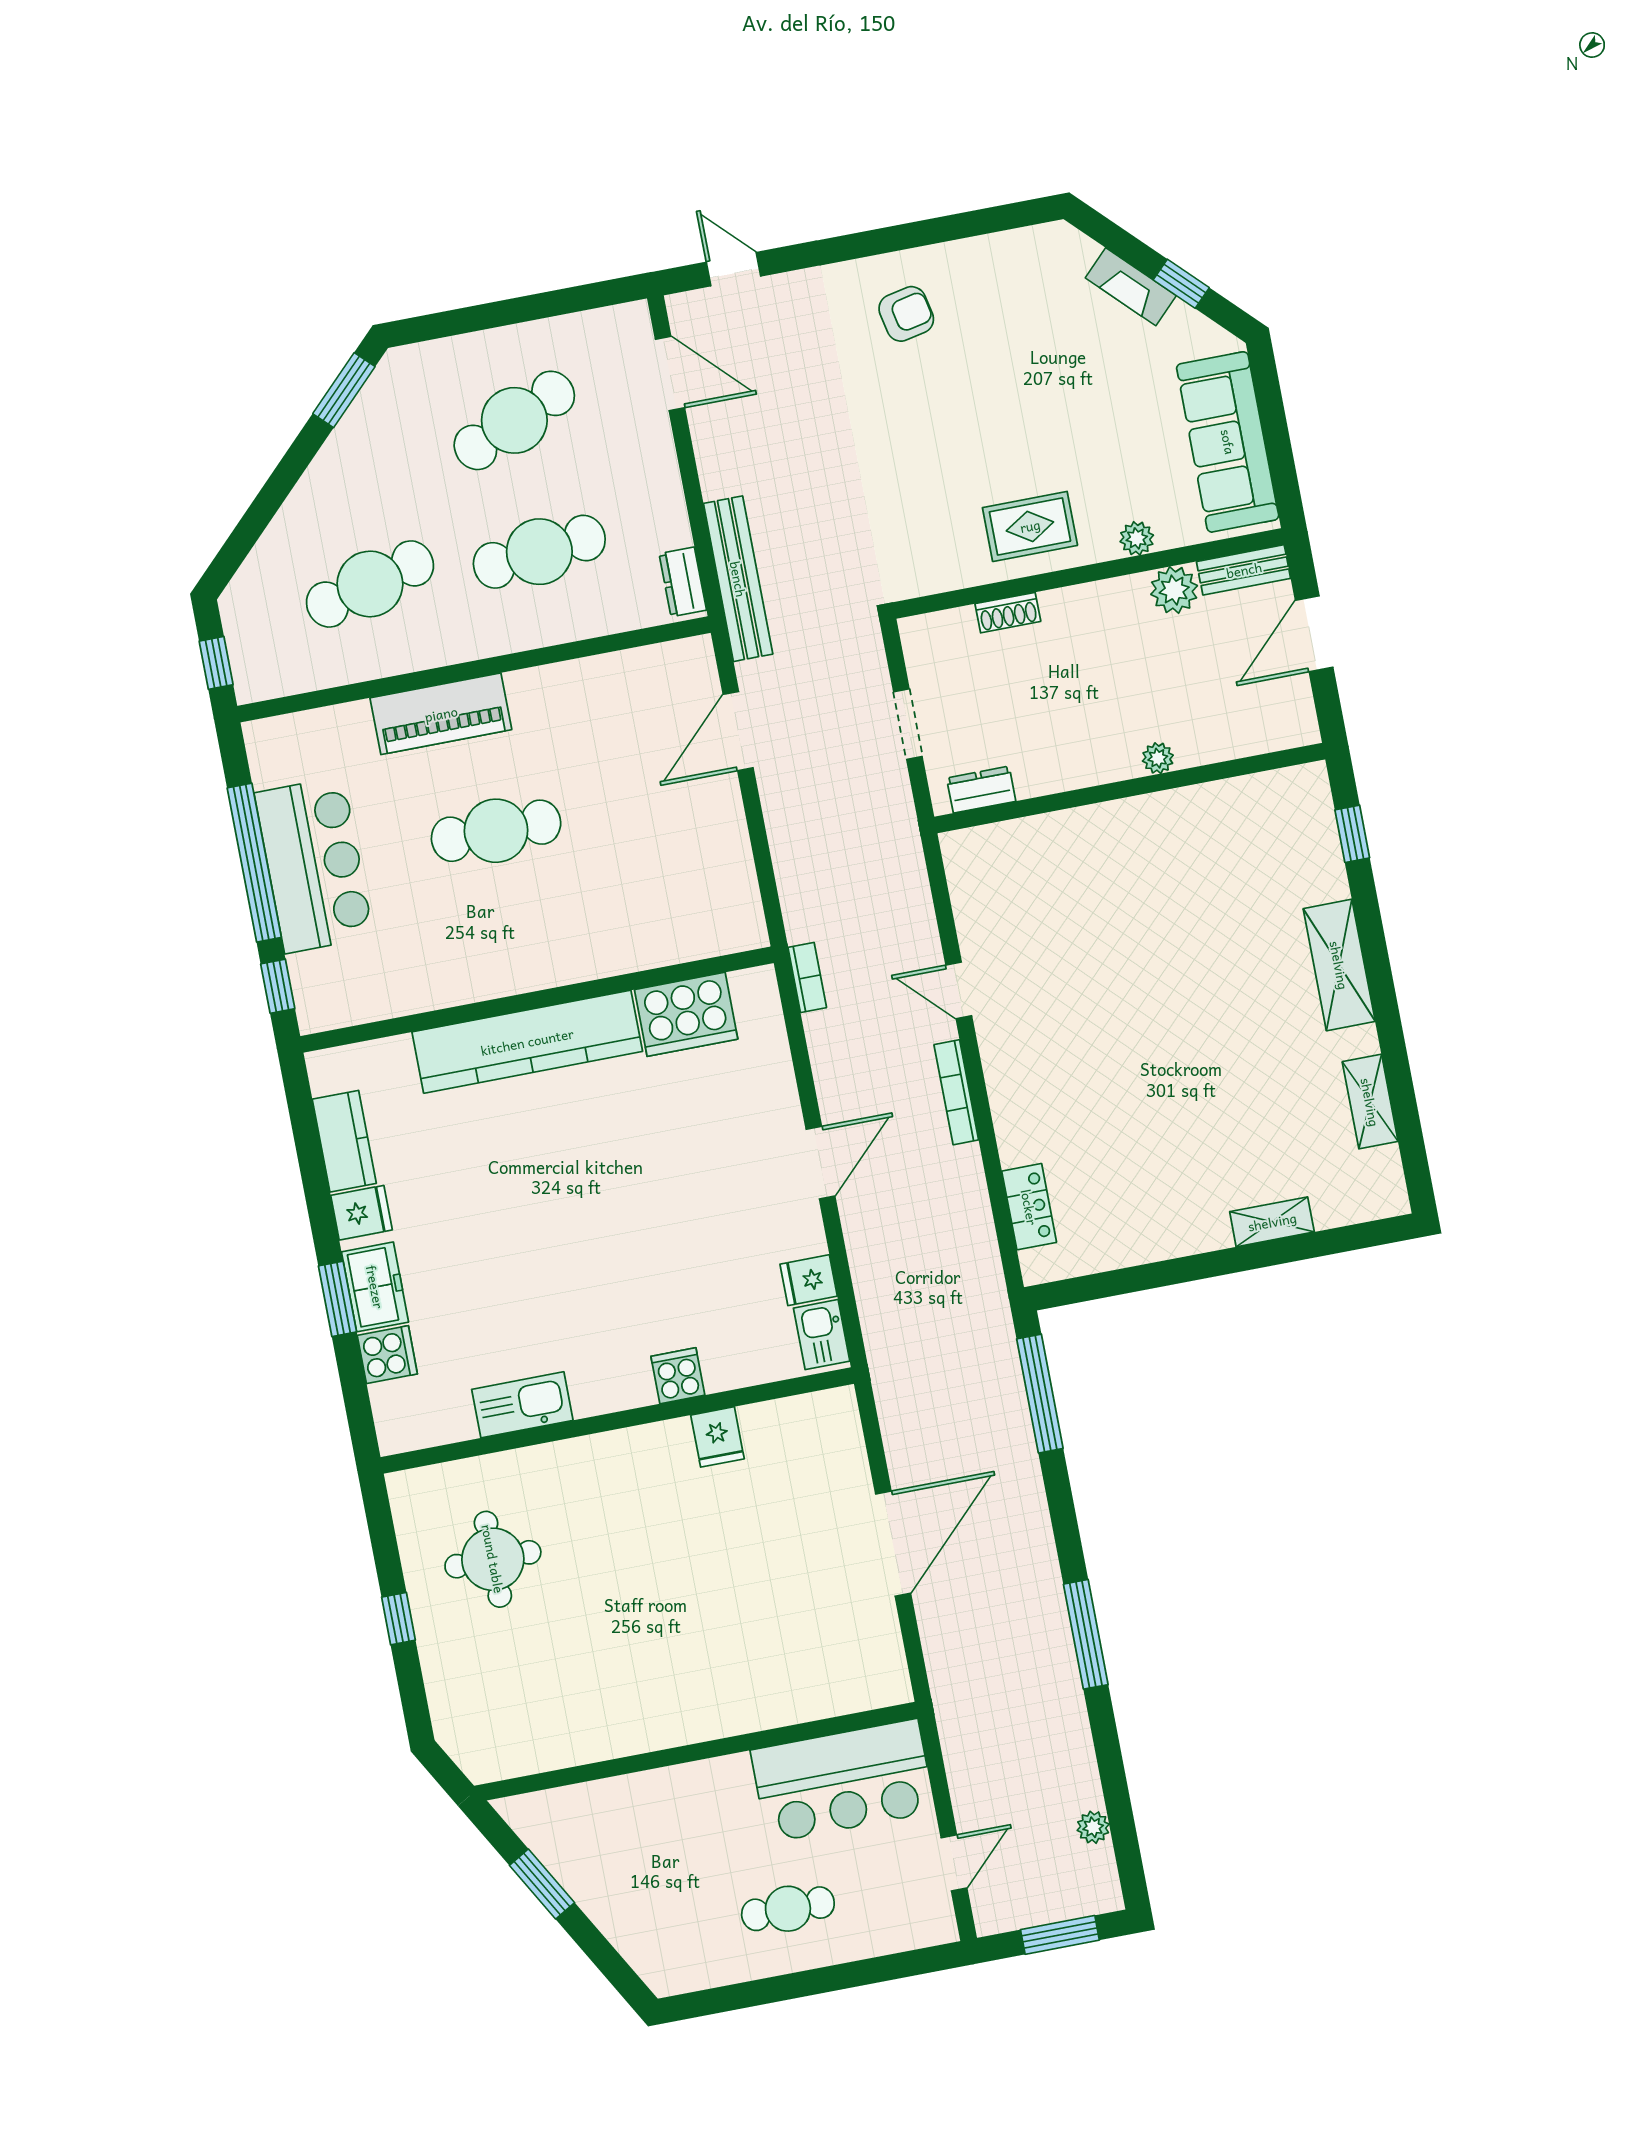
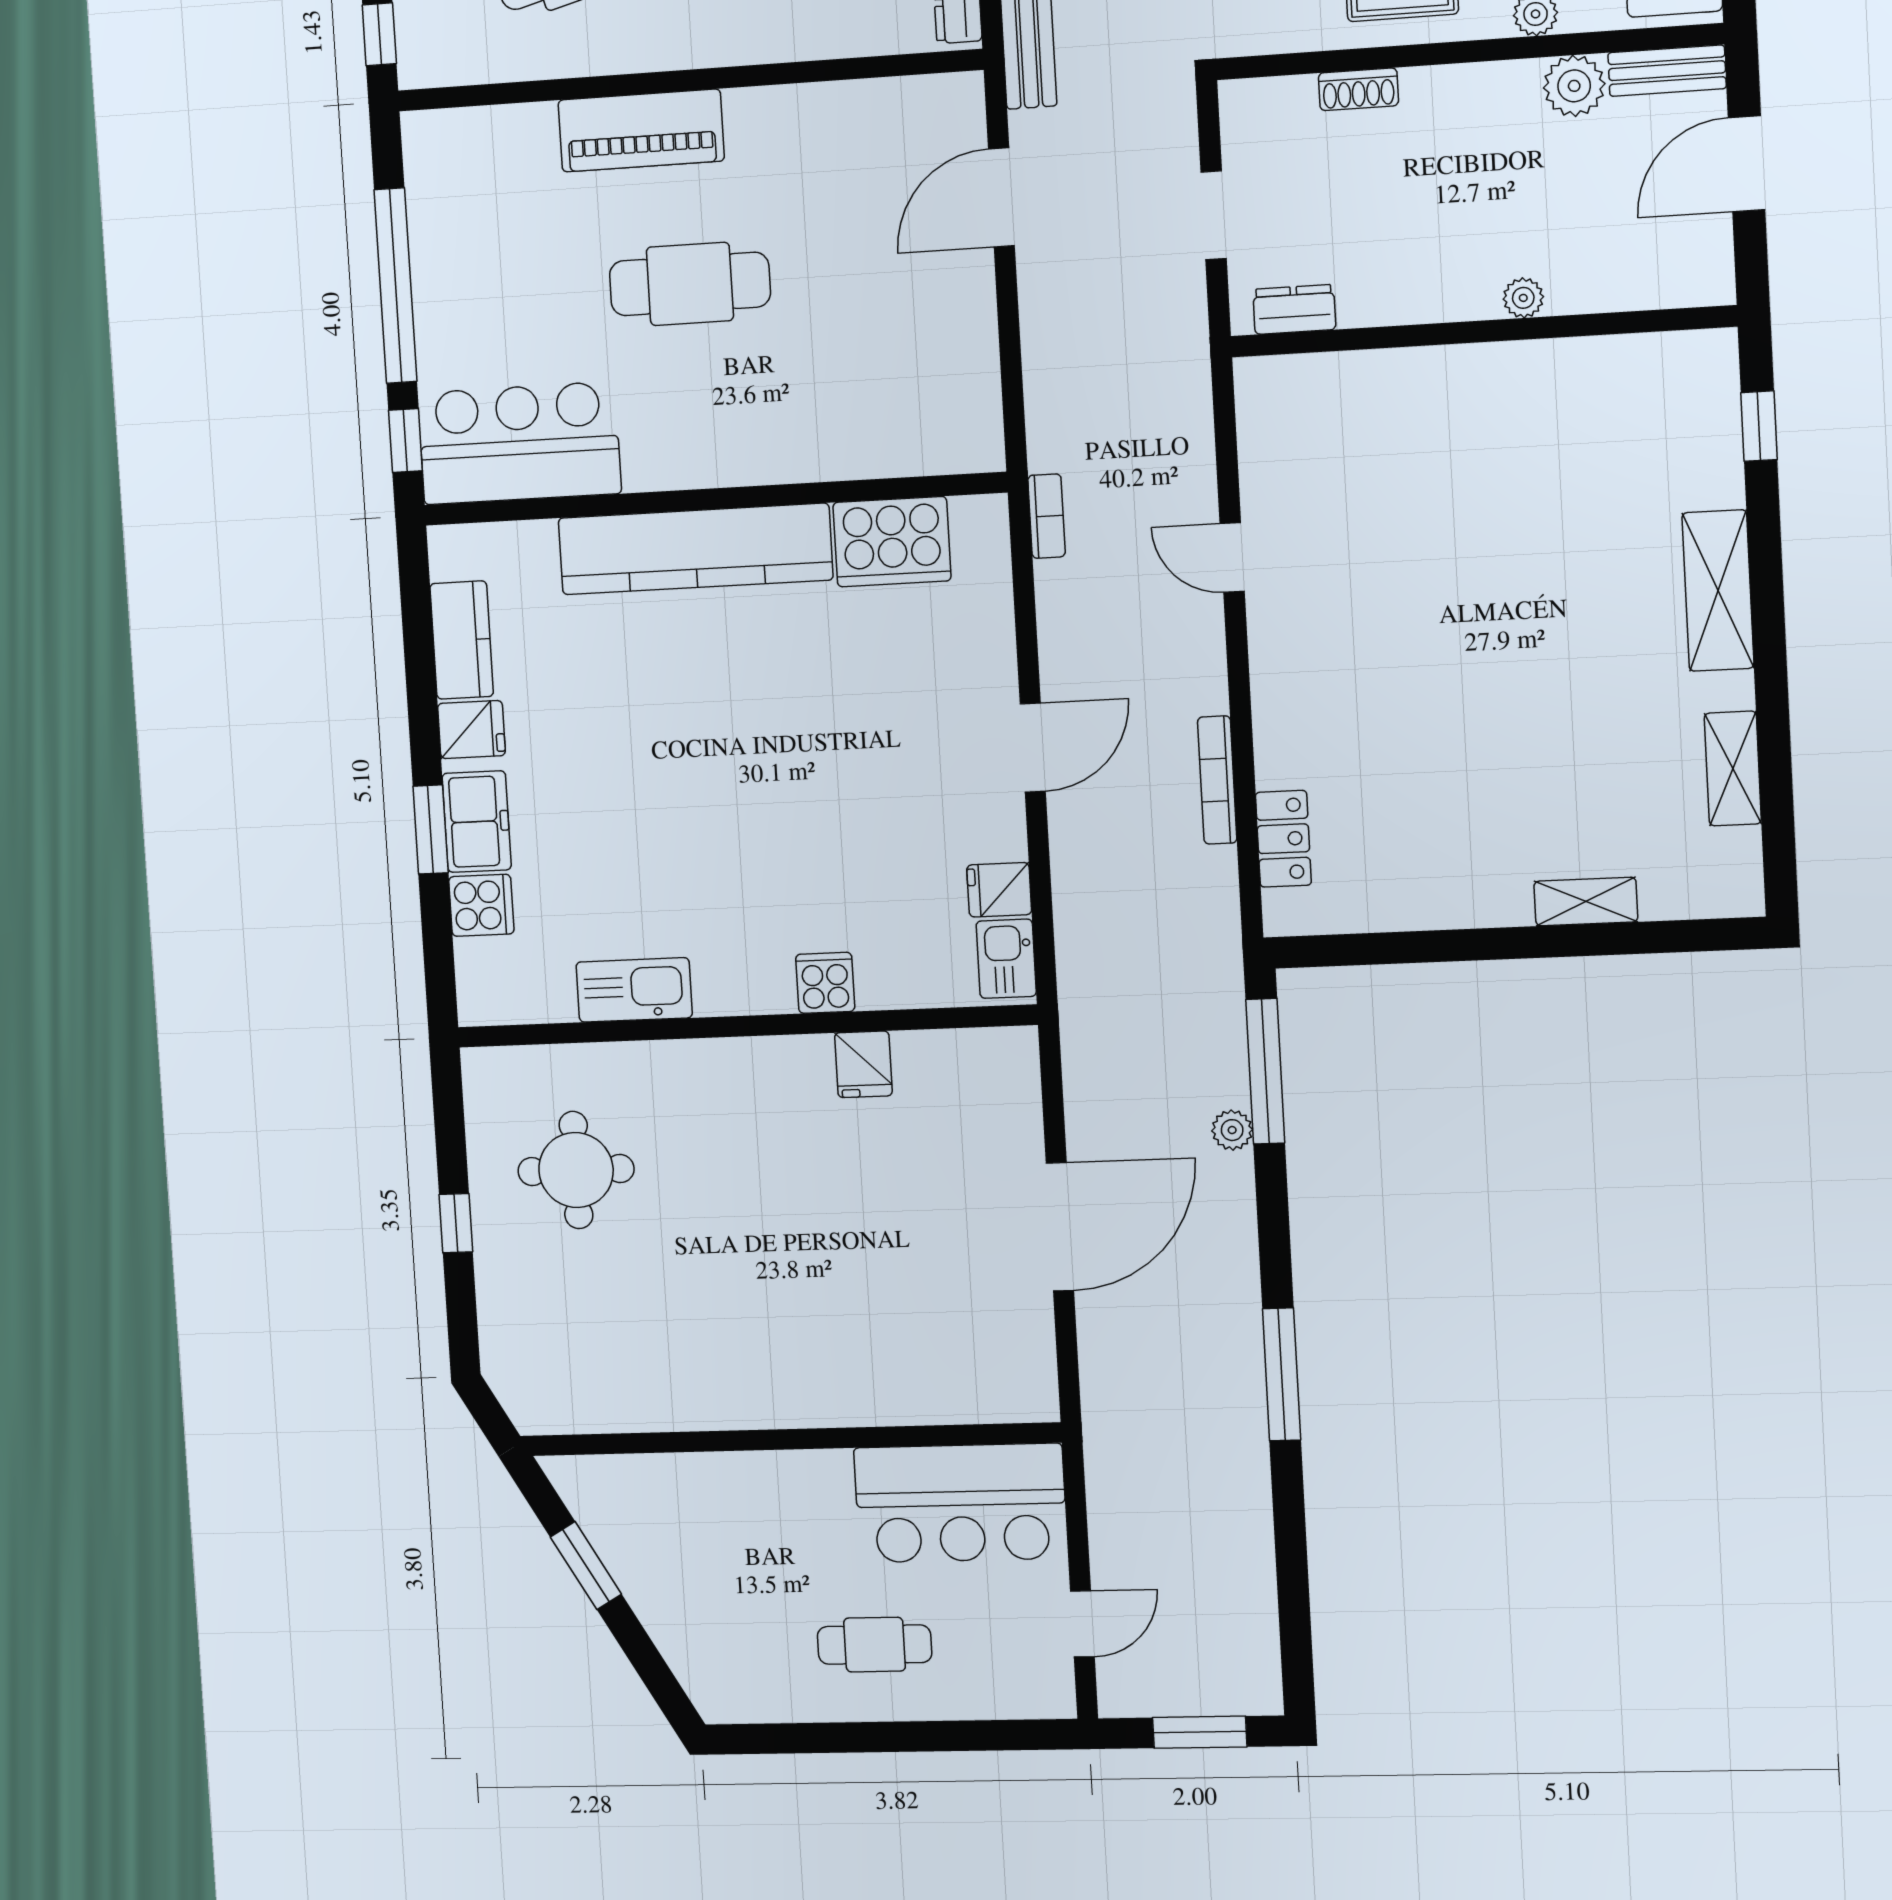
bar counter: (314, 865) -> (519, 443), moved, turned -90
bookcase: (956, 1092) -> (1217, 780), moved
plant: (1093, 1827) -> (1232, 1130), moved

